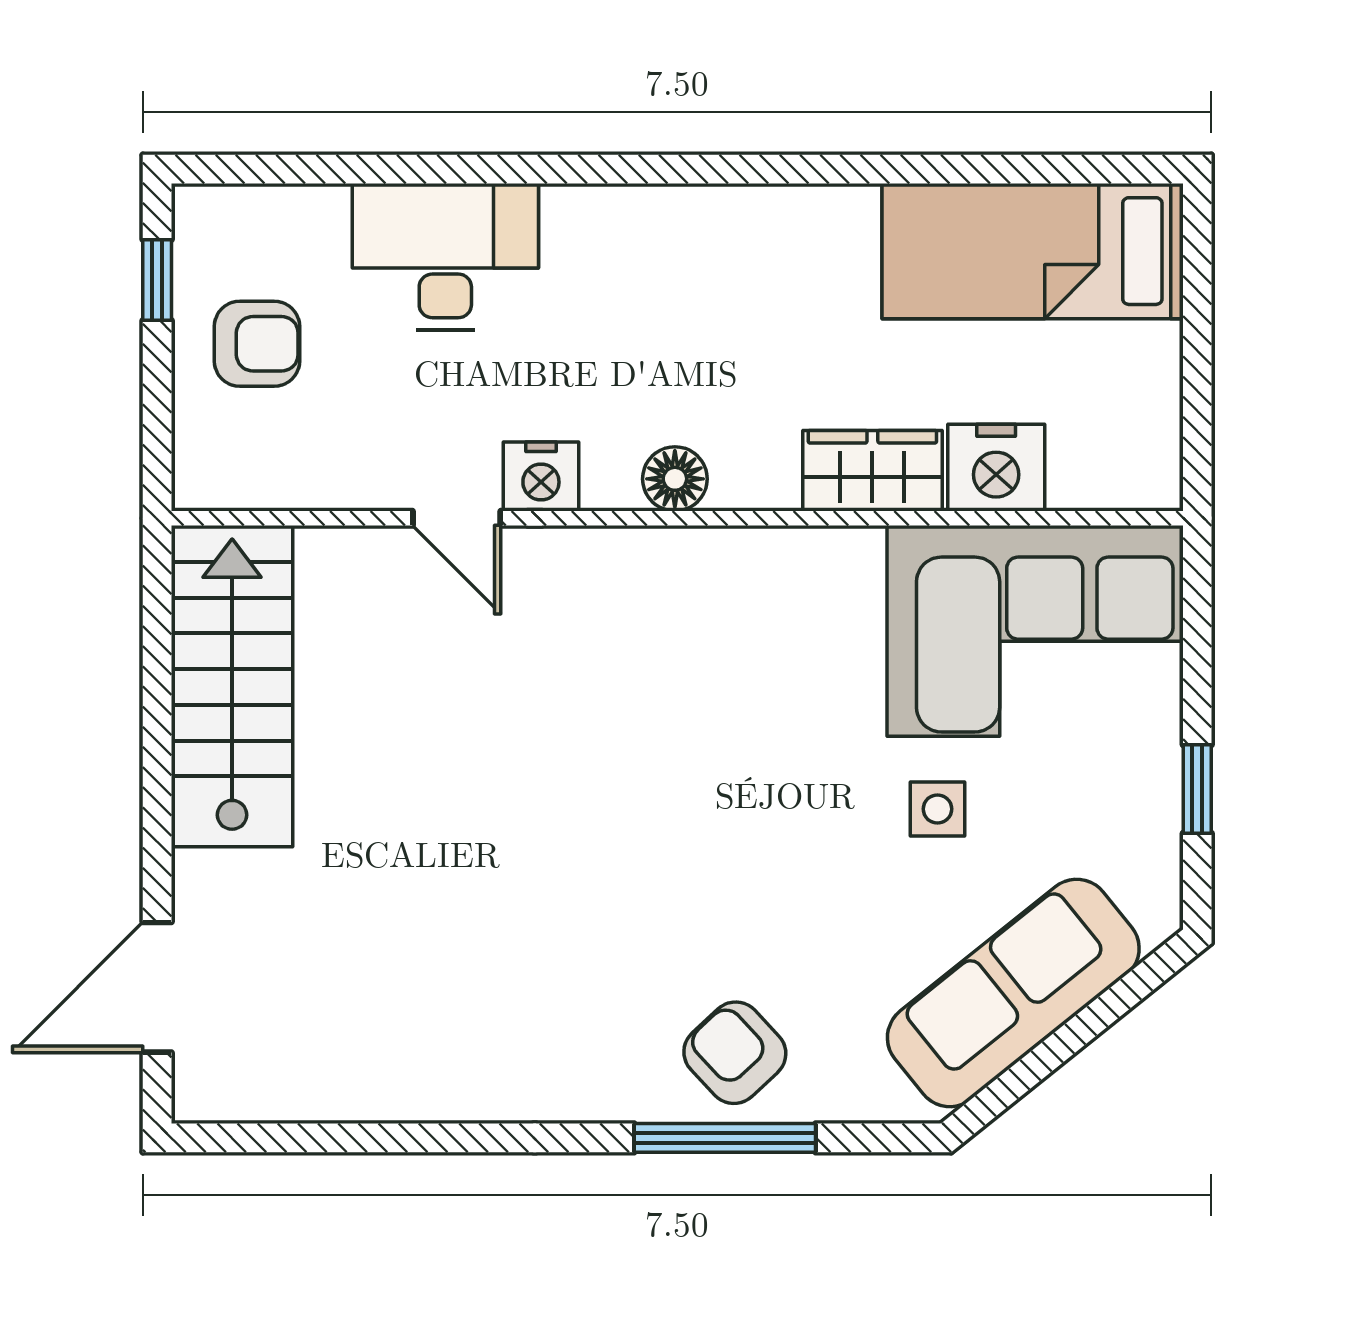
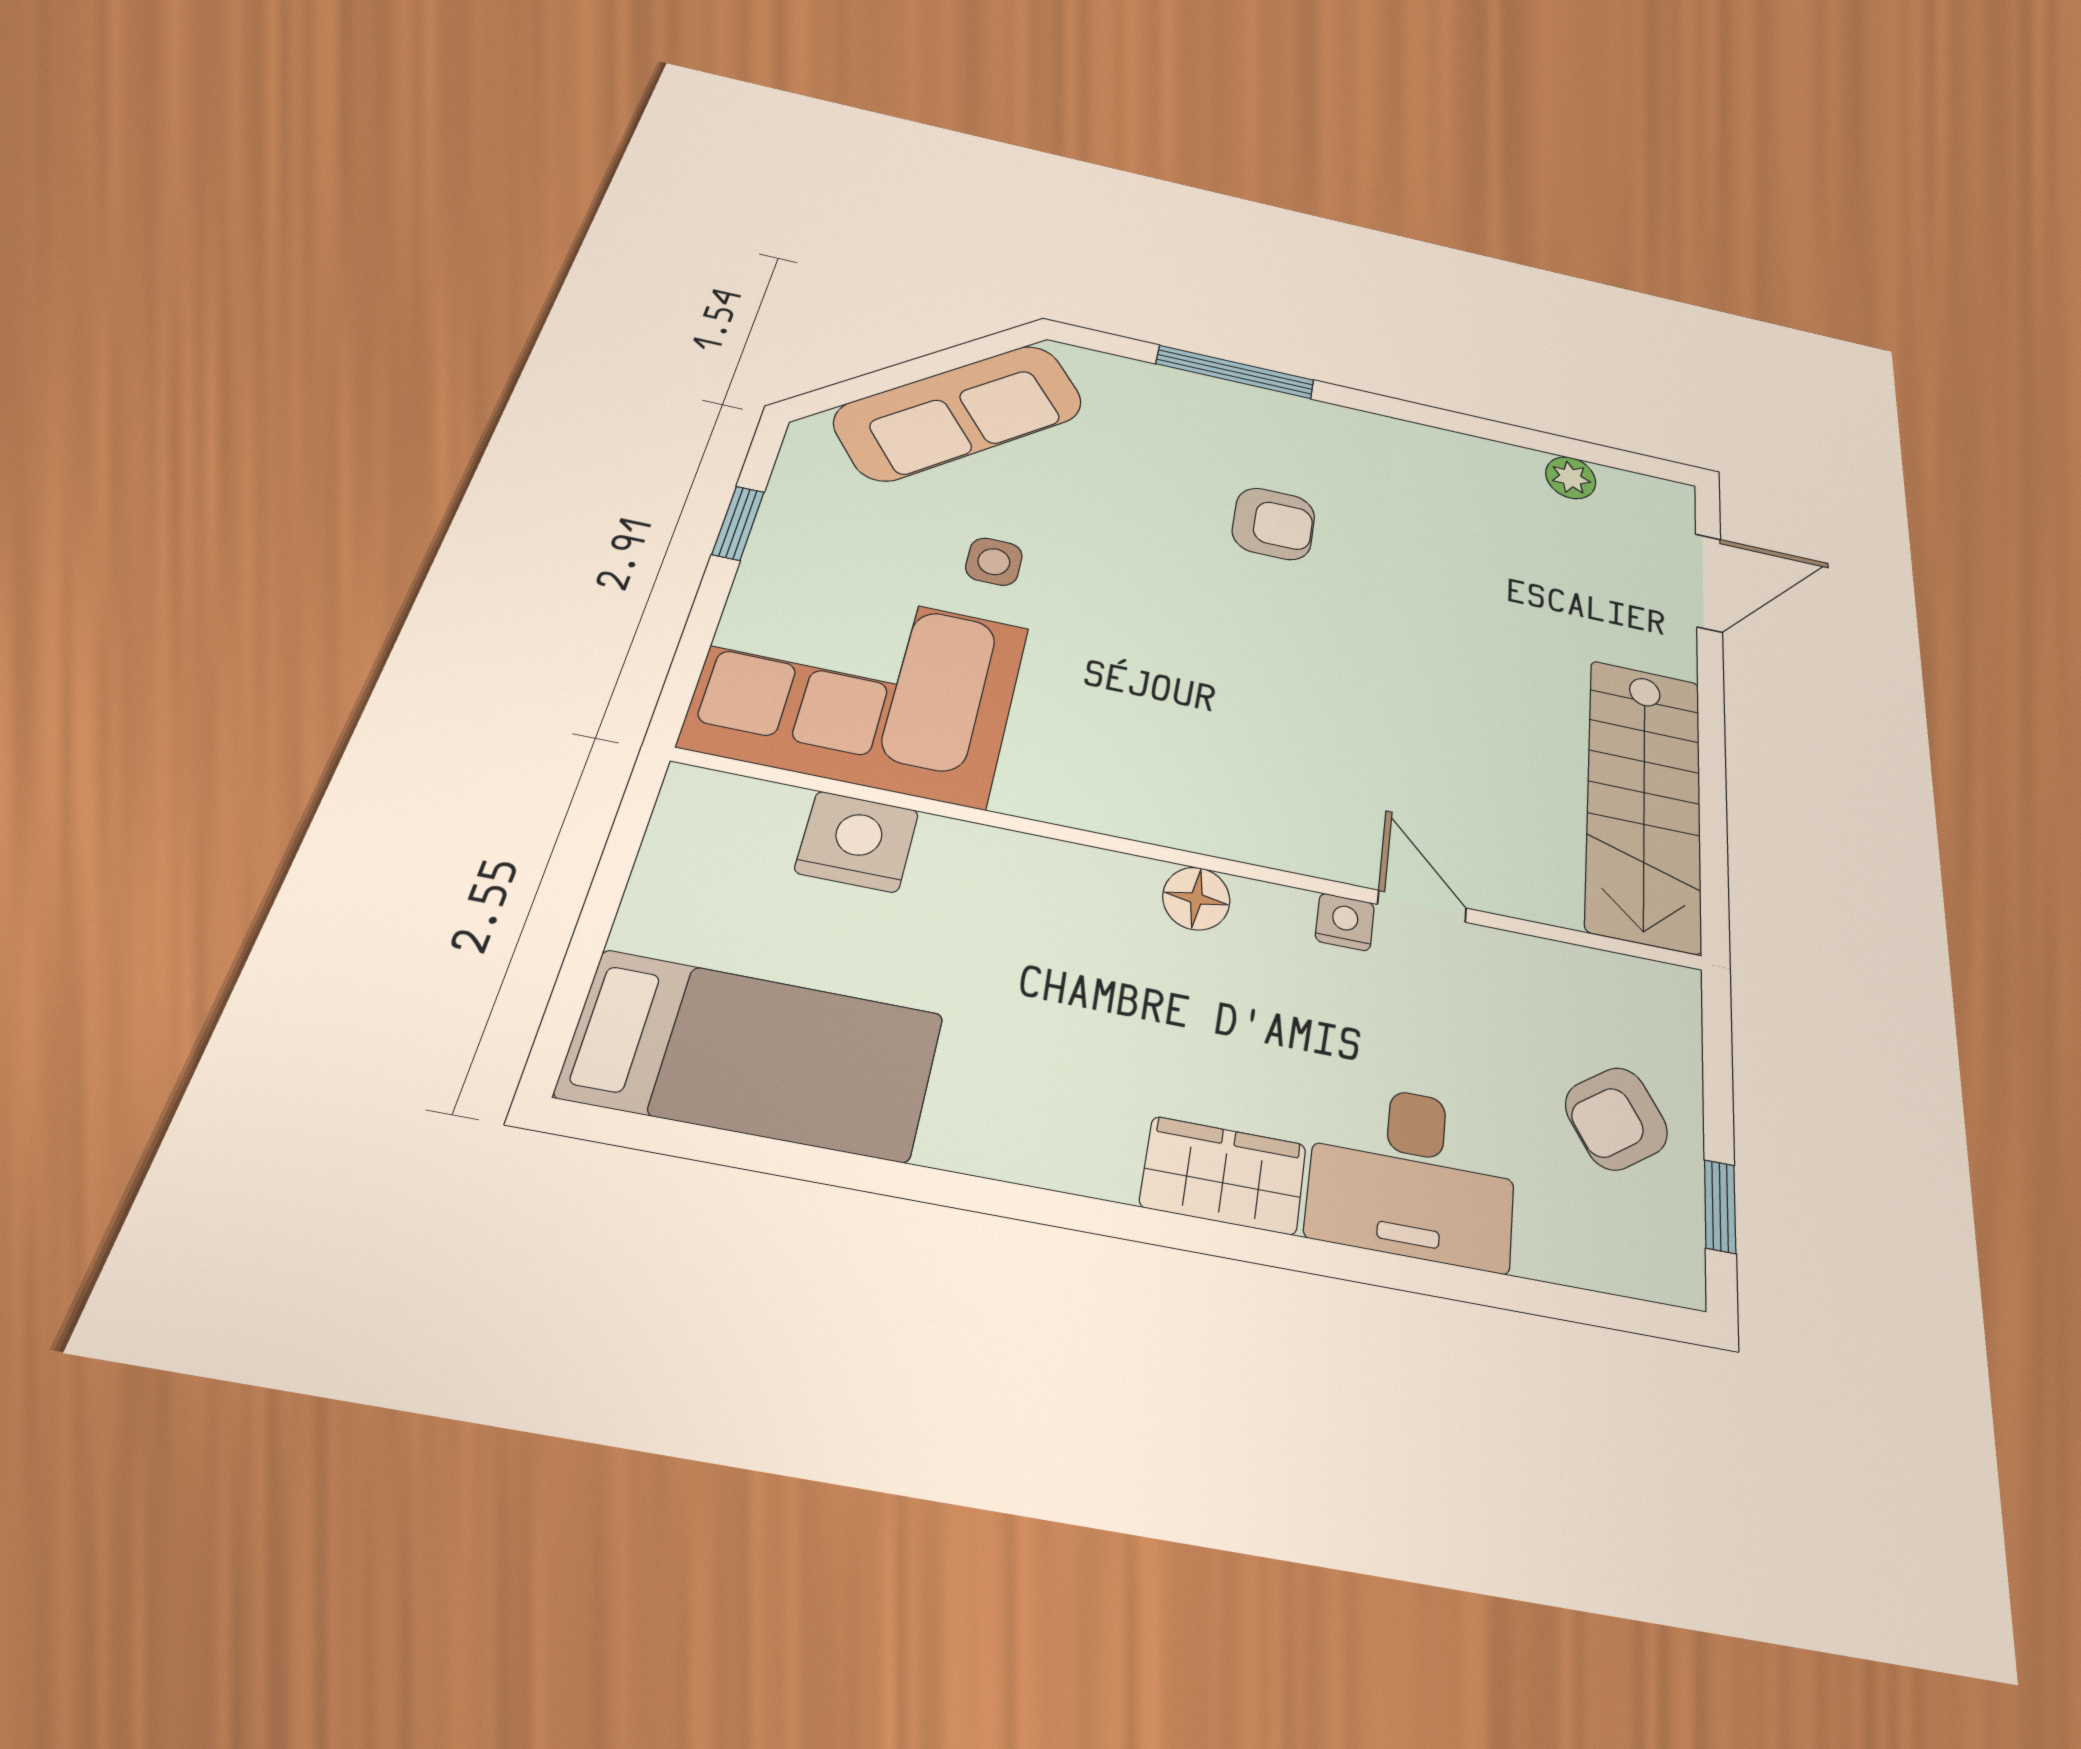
armchair: (257, 344) -> (1616, 1118), turned -34
wardrobe: (872, 471) -> (1224, 1175), moved, turned 180
nightstand: (541, 476) -> (1345, 922), width x0.72, depth x0.74
armchair: (735, 1053) -> (1274, 524), moved, turned -47
plant: (323, 1094) -> (1571, 478), added

